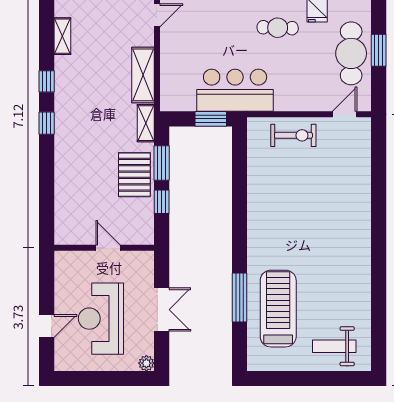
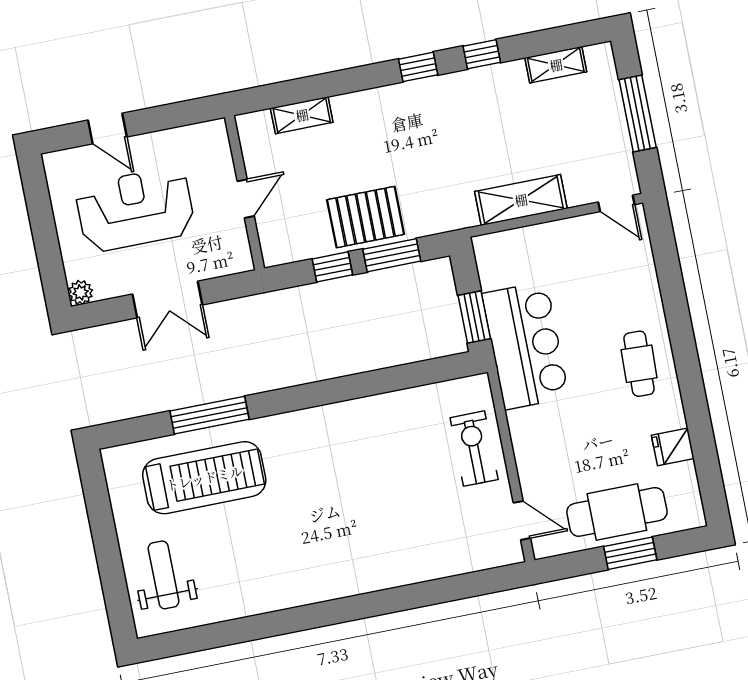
cafe table: (278, 28) -> (639, 364), moved
shelving: (146, 123) -> (302, 115), moved
exercise bike: (293, 135) -> (474, 449), turned 180

